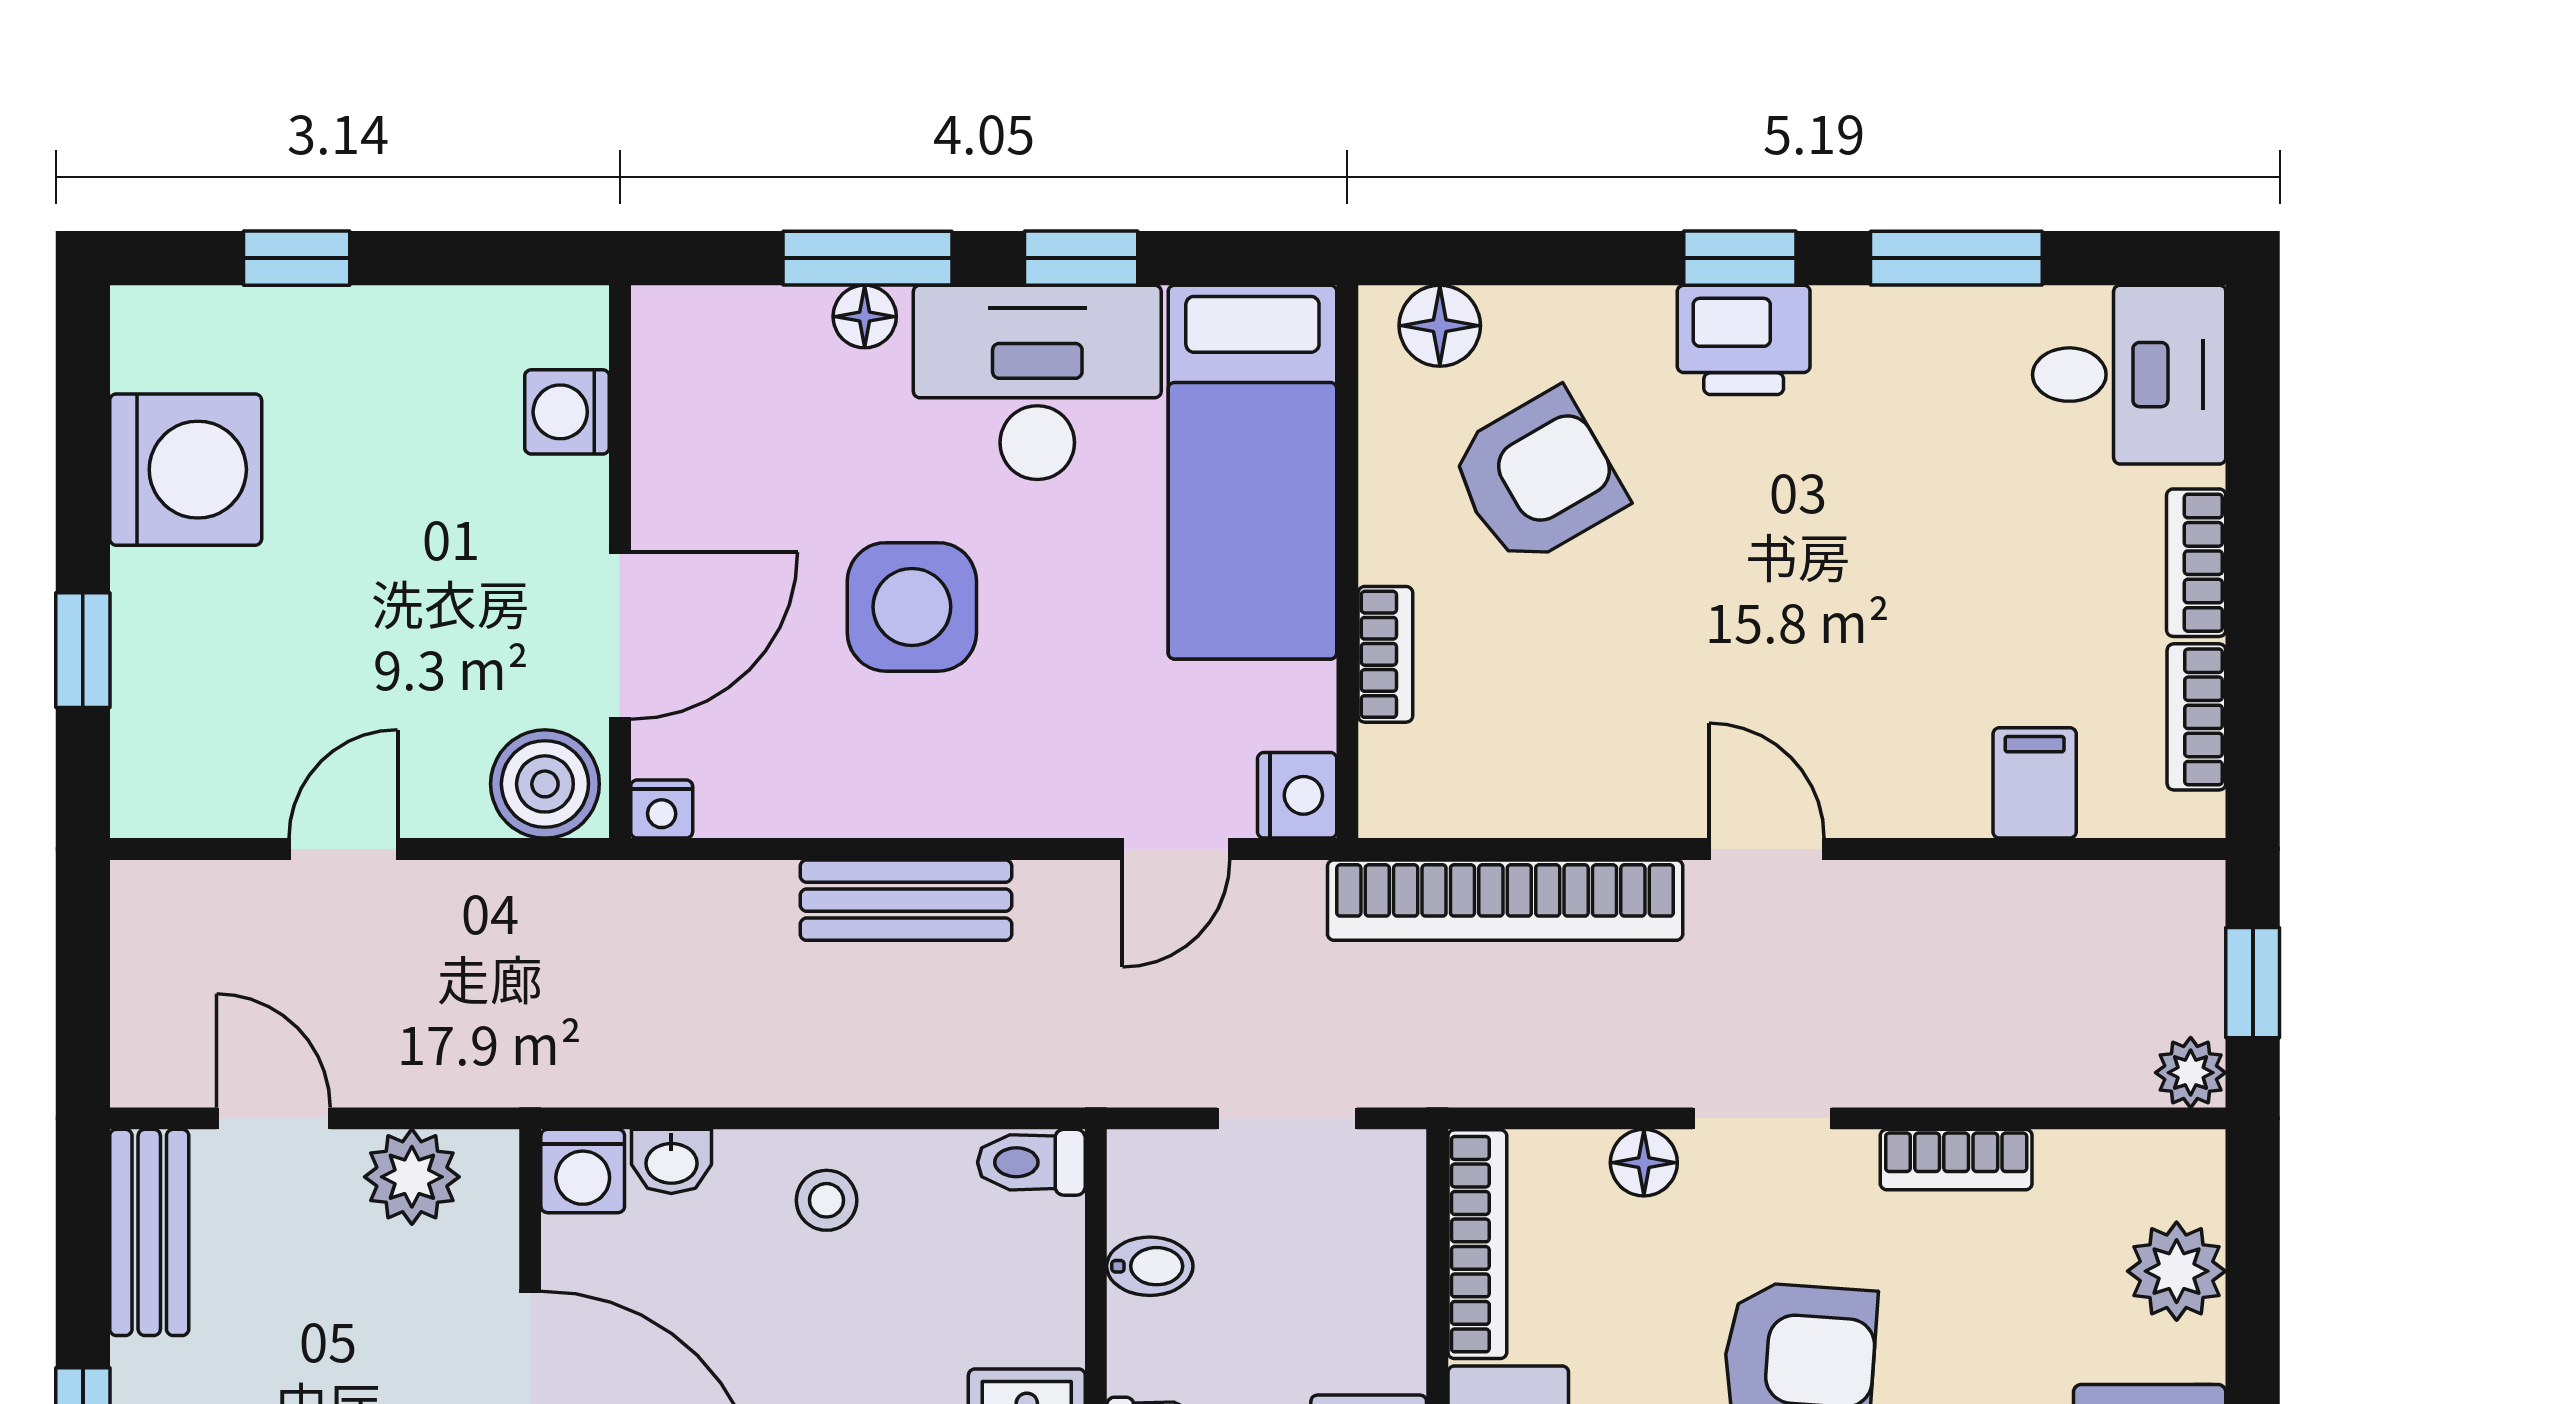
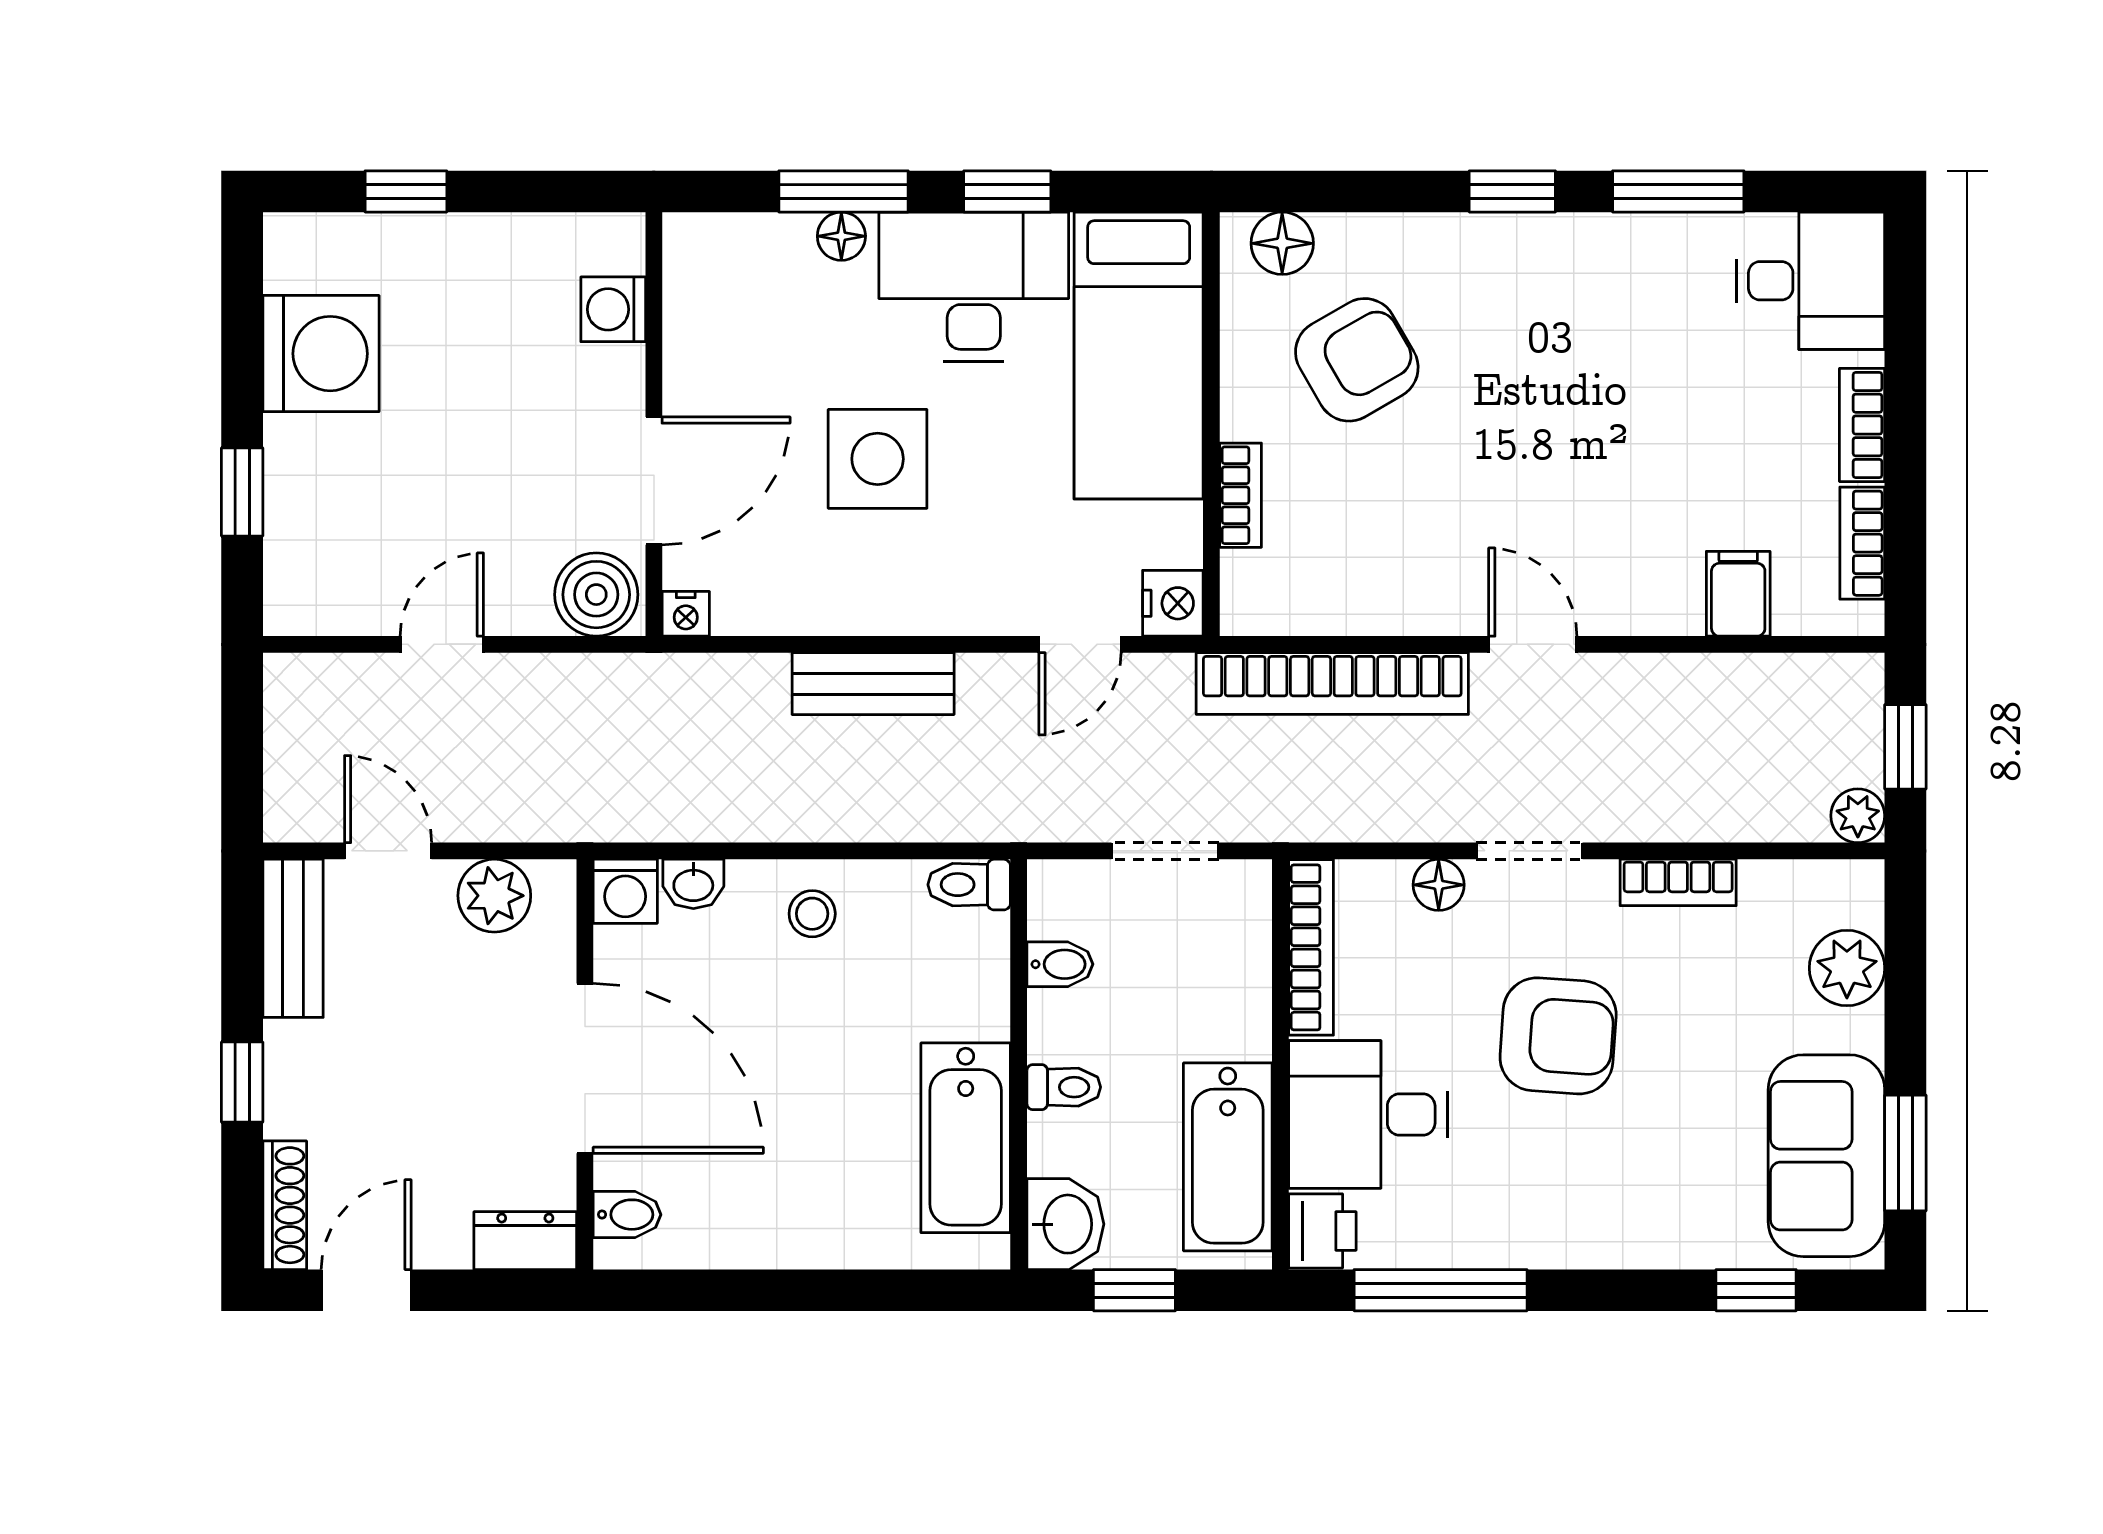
printer: (1744, 340) -> (1515, 254), removed

